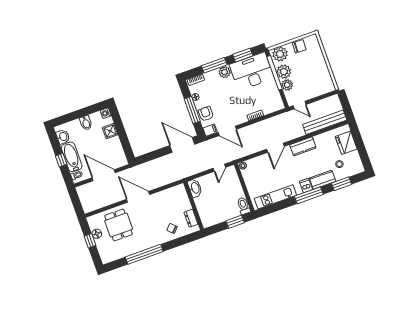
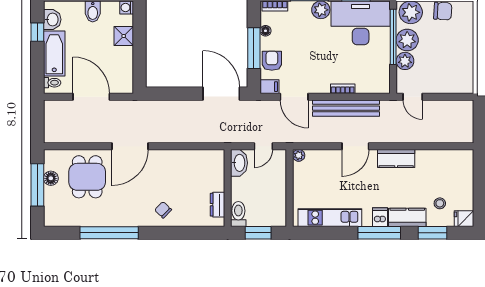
bench: (325, 122) -> (346, 108), moved
fridge: (346, 143) -> (464, 219), moved, width x0.53, depth x0.75
window: (61, 160) -> (37, 32), moved
washbasin: (195, 188) -> (239, 163), moved
door: (138, 197) -> (130, 146), swing flipped
wall: (193, 206) -> (228, 188), moved
toilet: (244, 206) -> (238, 214), moved
dresser: (191, 218) -> (217, 205), moved
window: (90, 241) -> (37, 185), width x2.17

